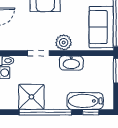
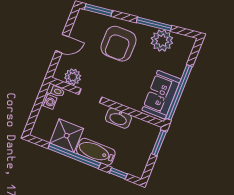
plant: (64, 42) -> (73, 77), moved
bathtub: (85, 101) -> (96, 152), moved

